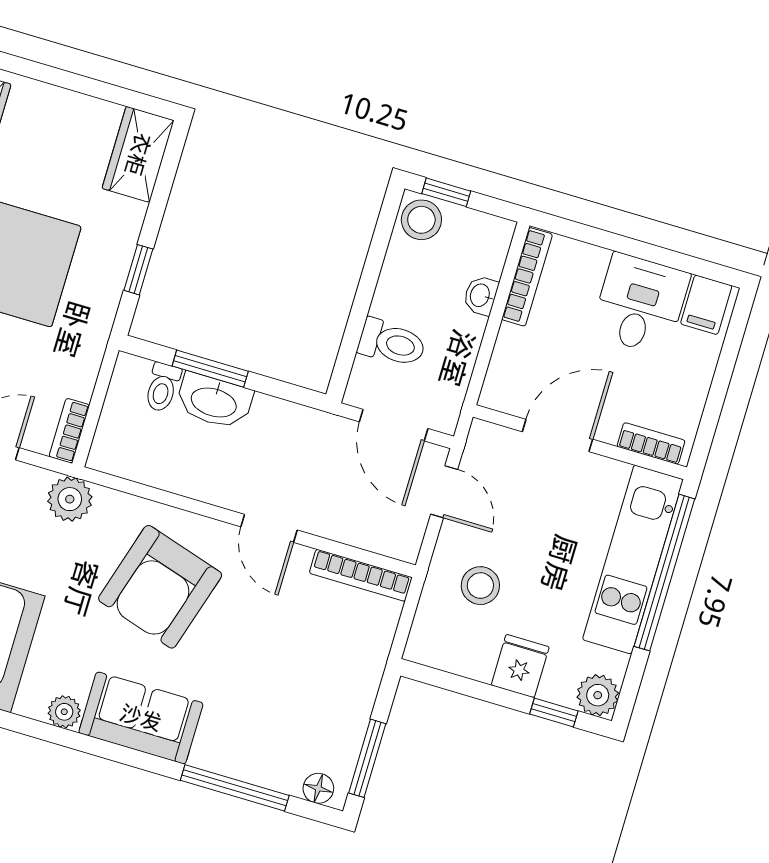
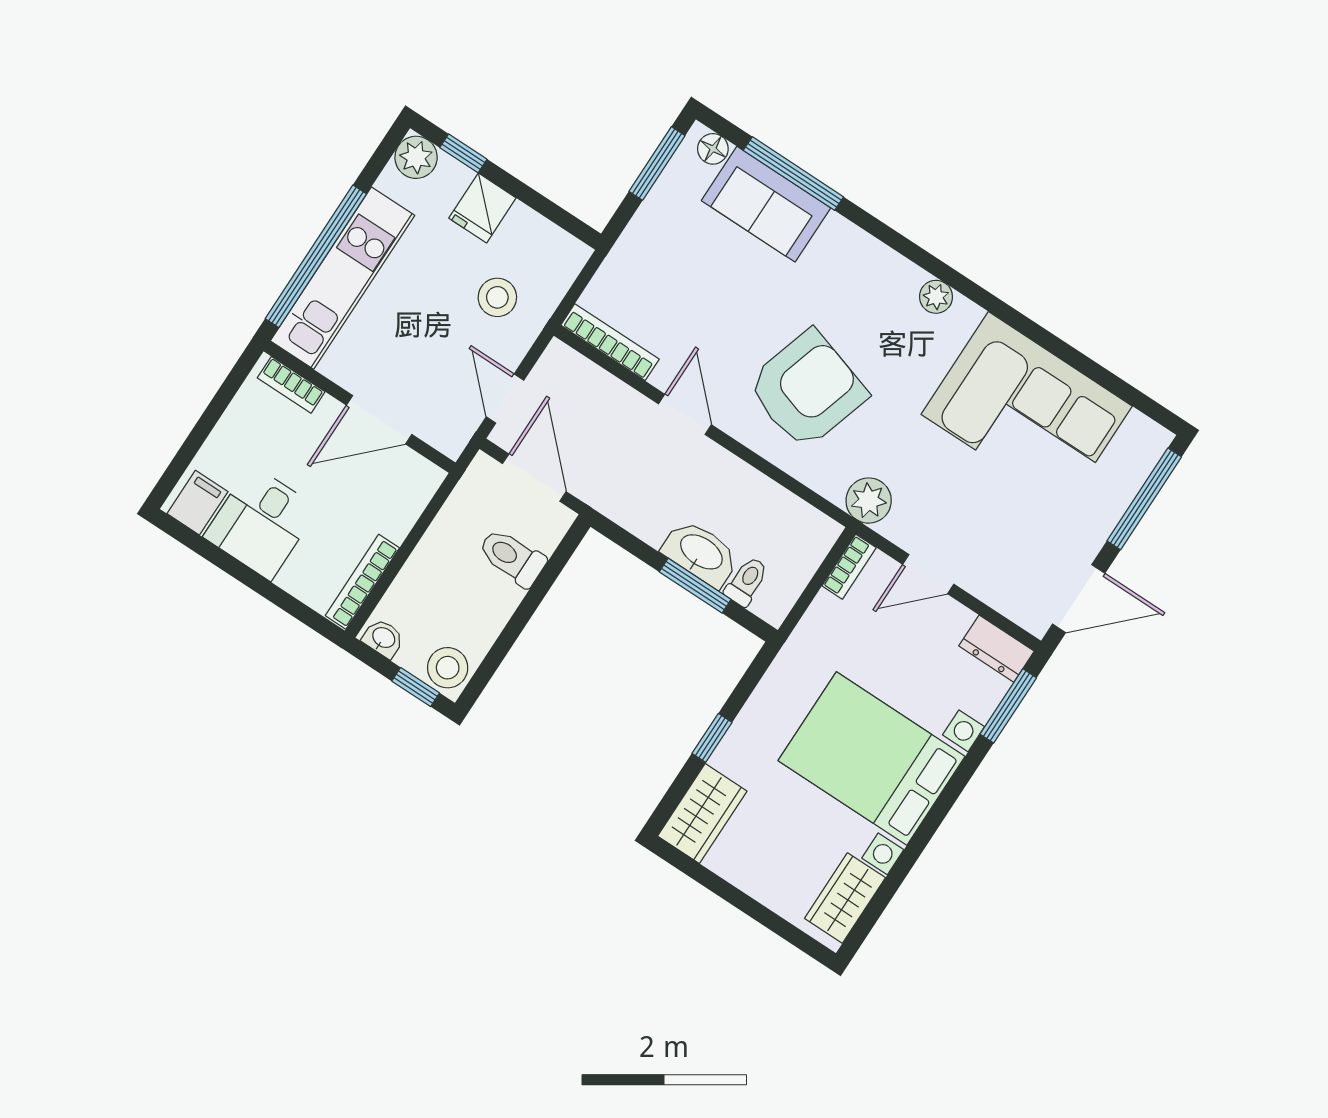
window: (138, 270) -> (712, 738), moved
washbasin: (481, 295) -> (383, 638), moved, turned -90
sofa: (141, 718) -> (766, 204), moved

